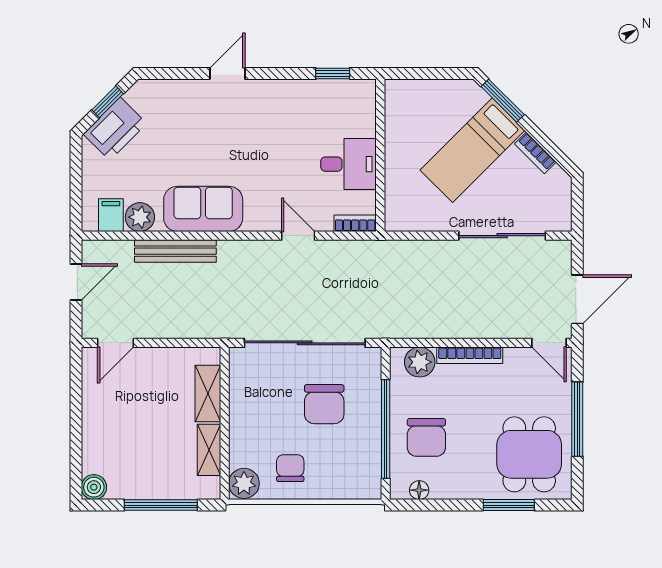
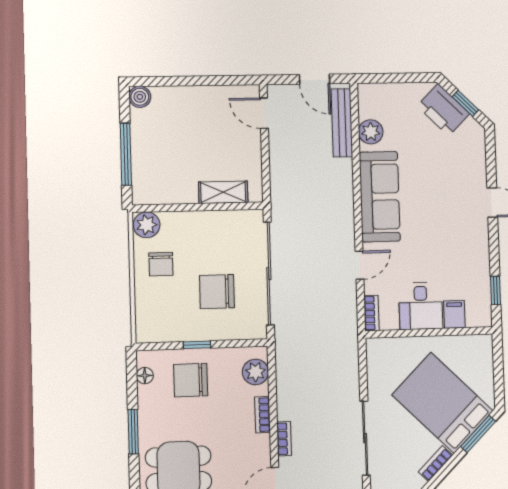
bed: (472, 150) -> (443, 403), width x1.50
sofa: (203, 209) -> (380, 197), width x1.36
filing cabinet: (111, 215) -> (454, 314), moved, turned -90
bench: (175, 251) -> (342, 123), moved
bookcase: (499, 331) -> (284, 439), added
bookcase: (470, 355) -> (262, 415), width x0.64
window: (386, 429) -> (197, 345), width x0.32
shelving: (209, 450) -> (175, 194), removed
chair: (290, 468) -> (161, 264), turned 90
window: (509, 505) -> (133, 432), moved

